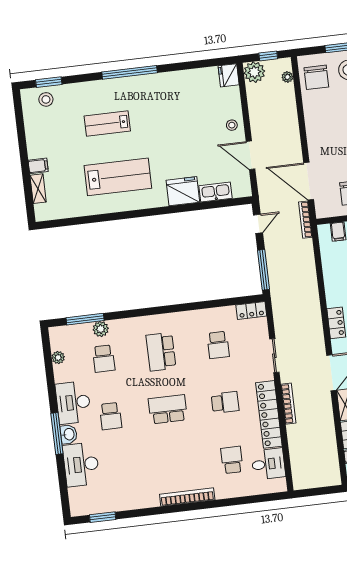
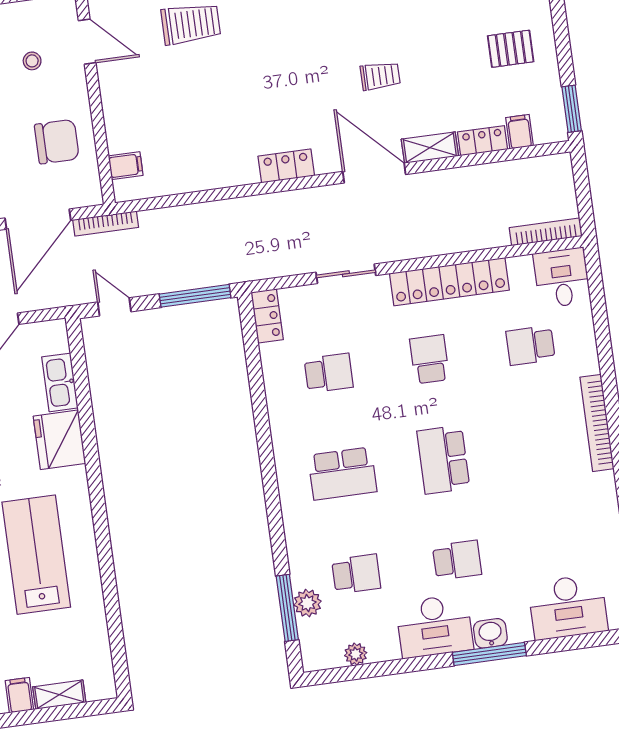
plant: (101, 329) -> (307, 603), moved
bookcase: (288, 404) -> (546, 232), moved
desk: (81, 464) -> (568, 607), moved
desk: (268, 464) -> (562, 278), moved

